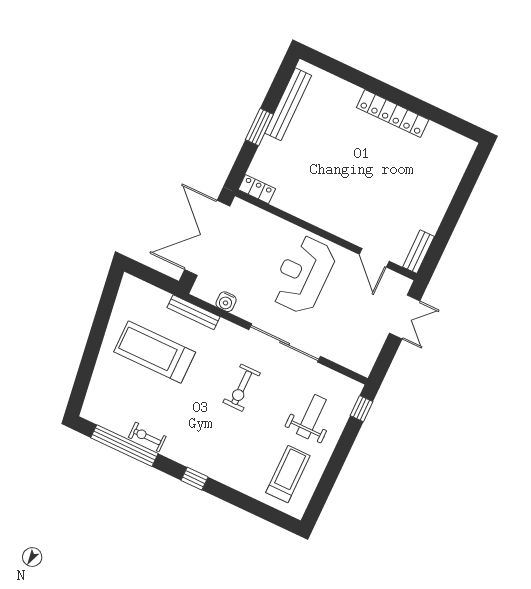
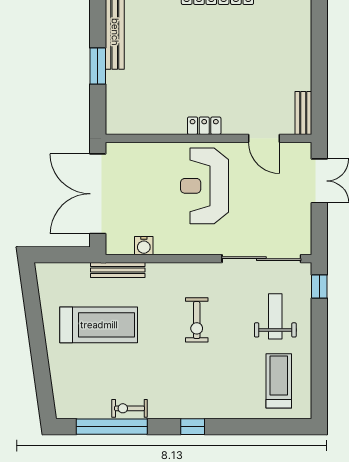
locker: (257, 189) -> (204, 126), moved
sliding door: (285, 343) -> (261, 259), moved
treadmill: (155, 352) -> (99, 325), turned 180

